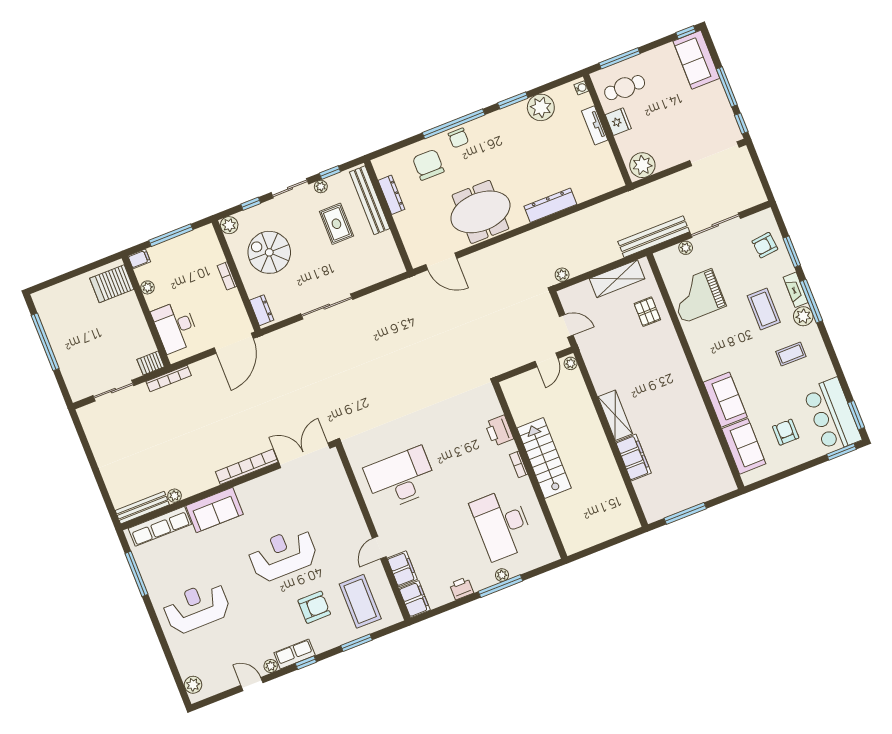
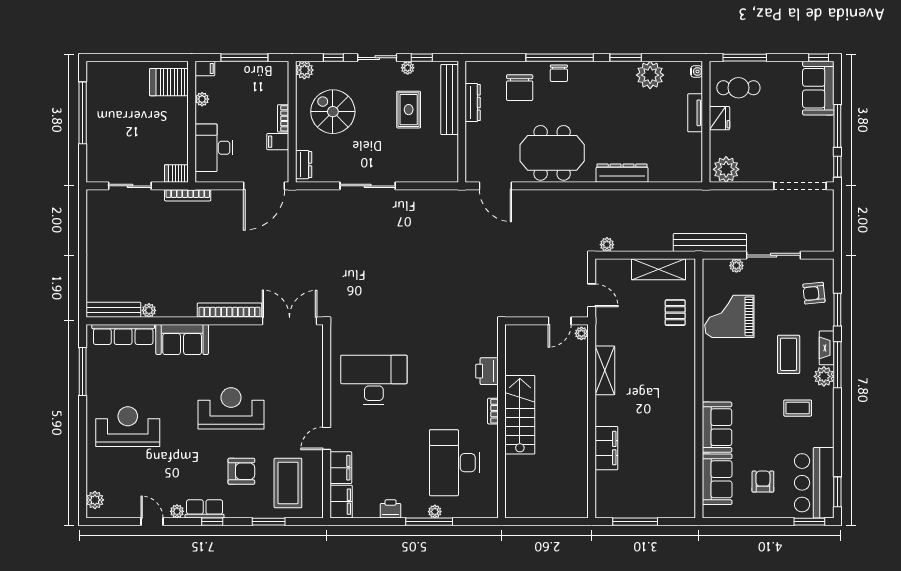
chair: (428, 165) -> (520, 88), turned 180
filing cabinet: (230, 299) -> (278, 142), added
shelving: (615, 415) -> (605, 370), moved

